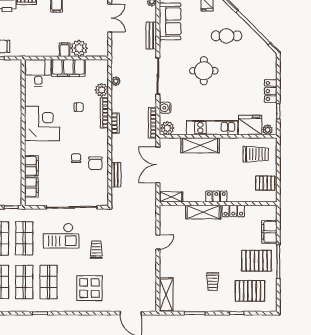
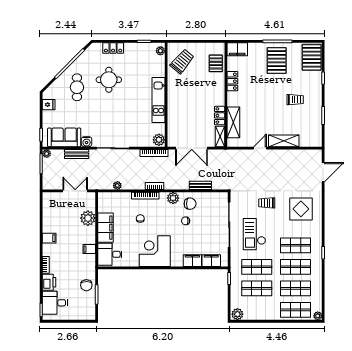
double door: (110, 18) -> (75, 191), moved
filing cabinet: (65, 50) -> (89, 249), moved
round table: (204, 71) -> (109, 80), moved
plant: (102, 90) -> (173, 198), moved
locker: (271, 91) -> (113, 48), moved
water cooler: (165, 108) -> (87, 142), moved
fridge: (250, 125) -> (156, 66), removed
shelving: (200, 145) -> (174, 111), removed
trolley: (256, 154) -> (182, 61), turned 40
pallet: (265, 183) -> (216, 63), moved
locker: (216, 197) -> (220, 115), moved
shelving: (203, 212) -> (233, 122), moved
filing cabinet: (269, 232) -> (237, 49), moved
checkout: (61, 236) -> (254, 234), turned 180
door: (158, 242) -> (260, 148), hinge flipped
pallet: (250, 291) -> (312, 57), moved
shelving: (166, 295) -> (284, 141), moved

